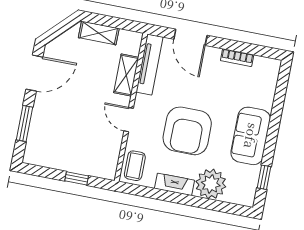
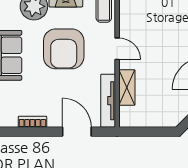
shelving: (99, 33) -> (158, 120), removed
armchair: (187, 131) -> (64, 49), turned 180

